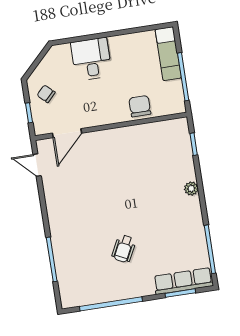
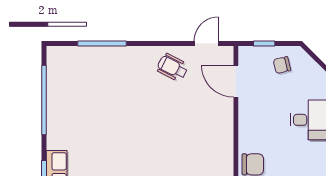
chair: (46, 94) -> (282, 65), turned -147
wheelchair: (124, 249) -> (173, 67), moved

